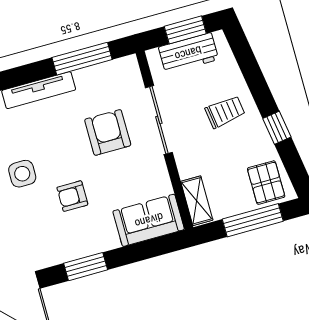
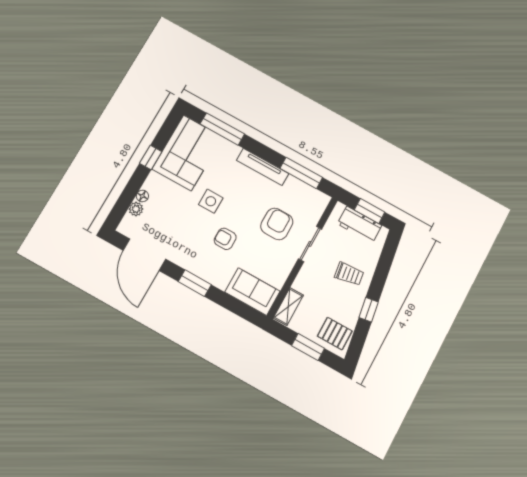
sliding door: (159, 120) -> (310, 244), width x0.73
pallet: (266, 183) -> (335, 334), turned 90
window: (253, 220) -> (308, 347), width x0.69

